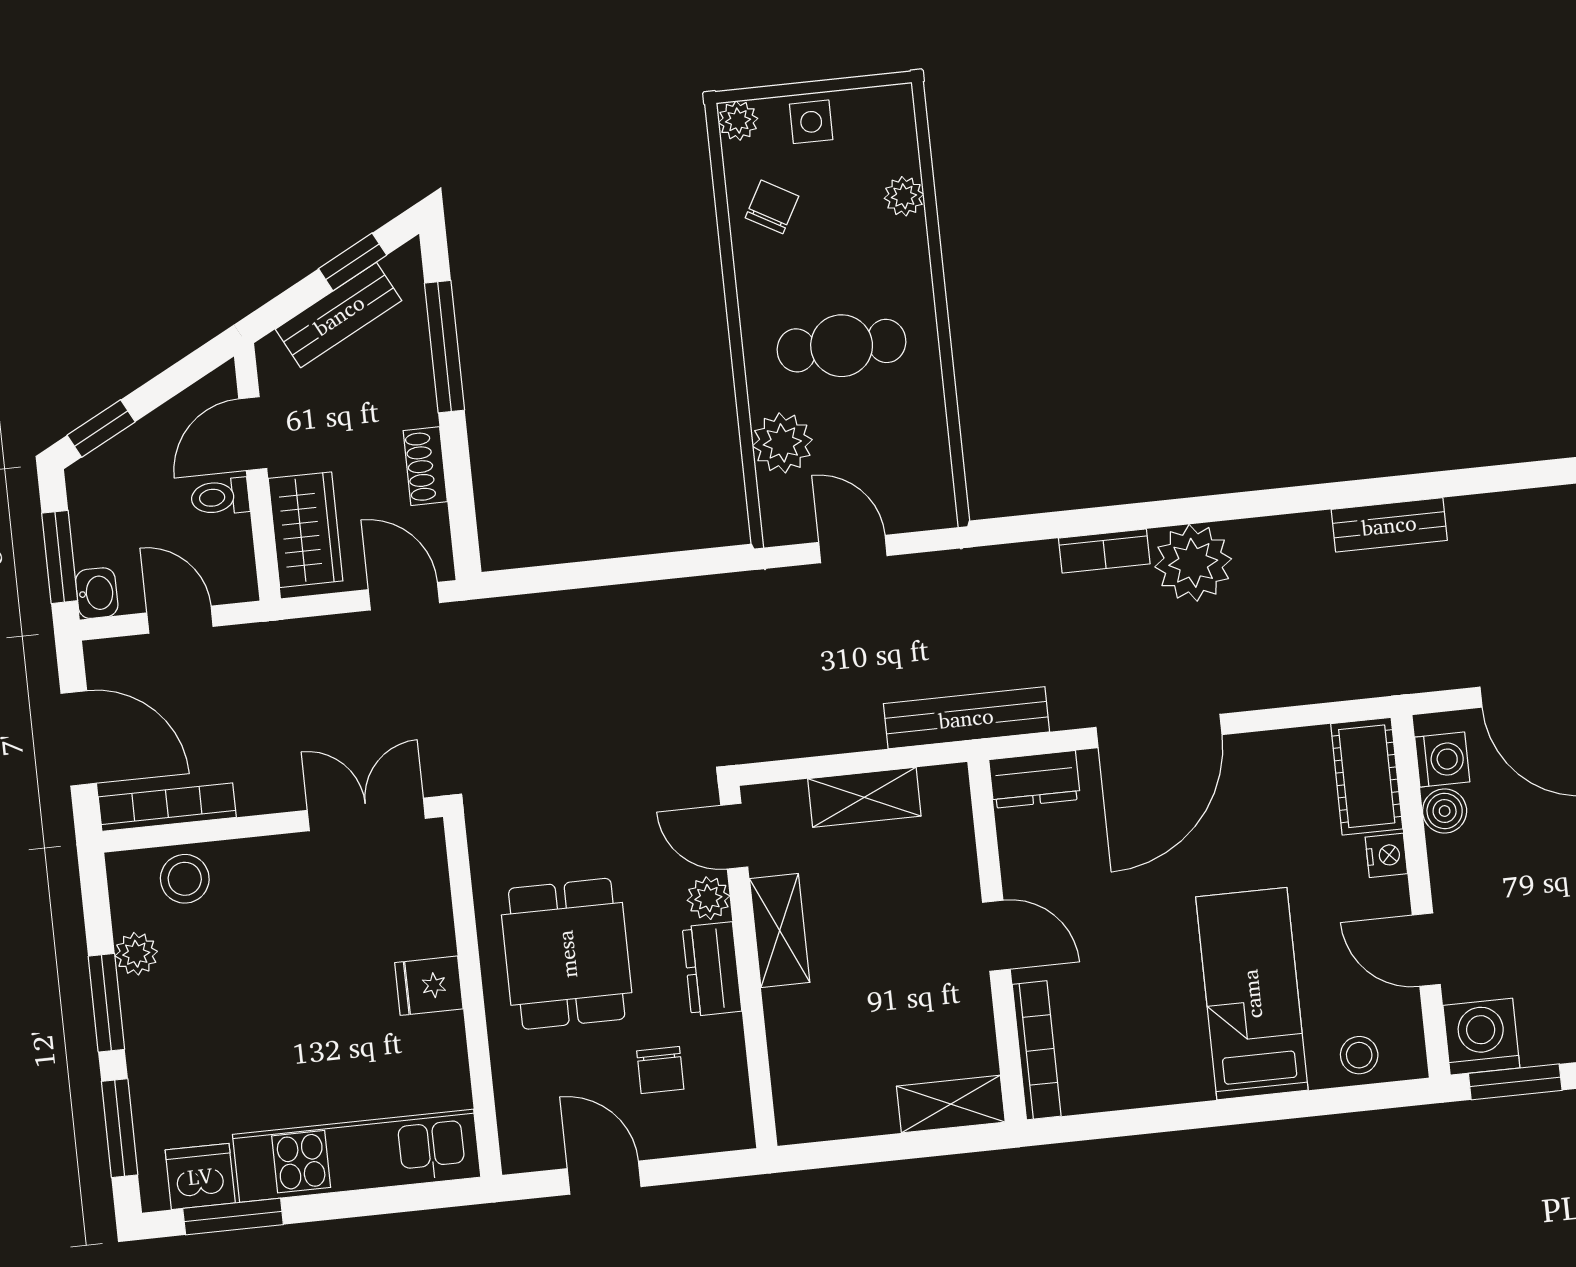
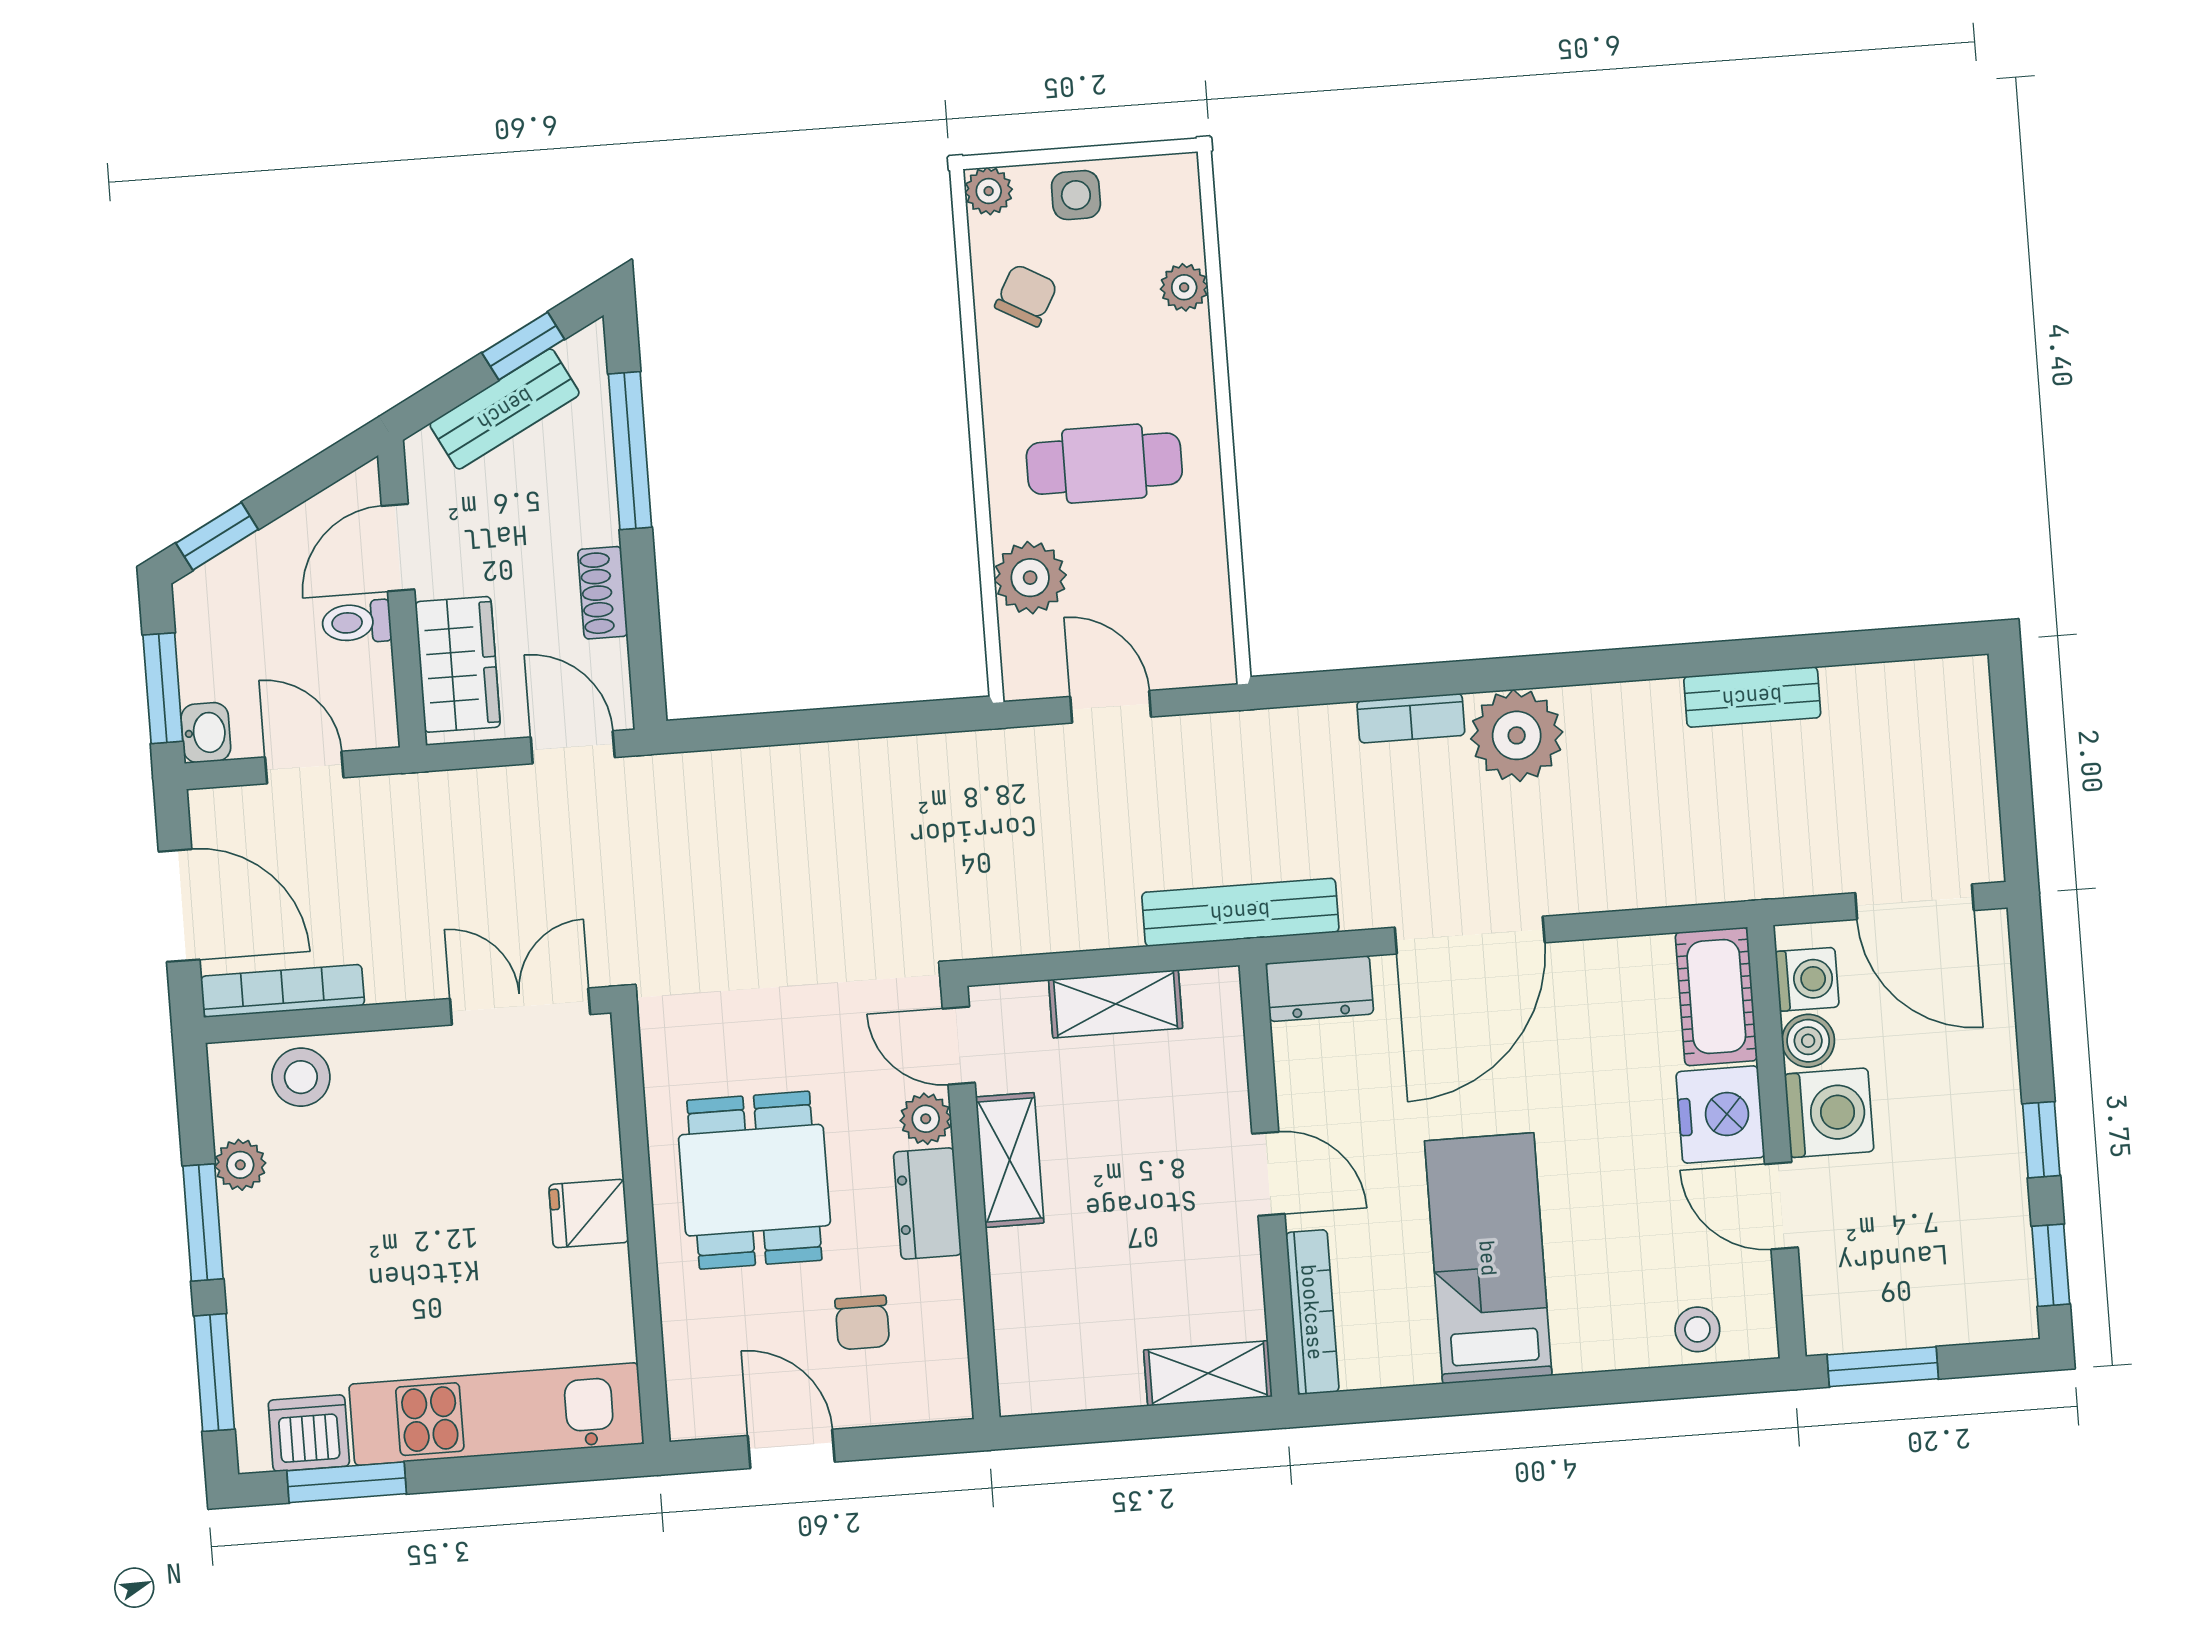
nightstand: (1386, 855) -> (1720, 1115), width x1.89, depth x1.79
bed: (1252, 994) -> (1488, 1258), moved
washing machine: (1481, 1037) -> (1829, 1113), moved, turned 90

